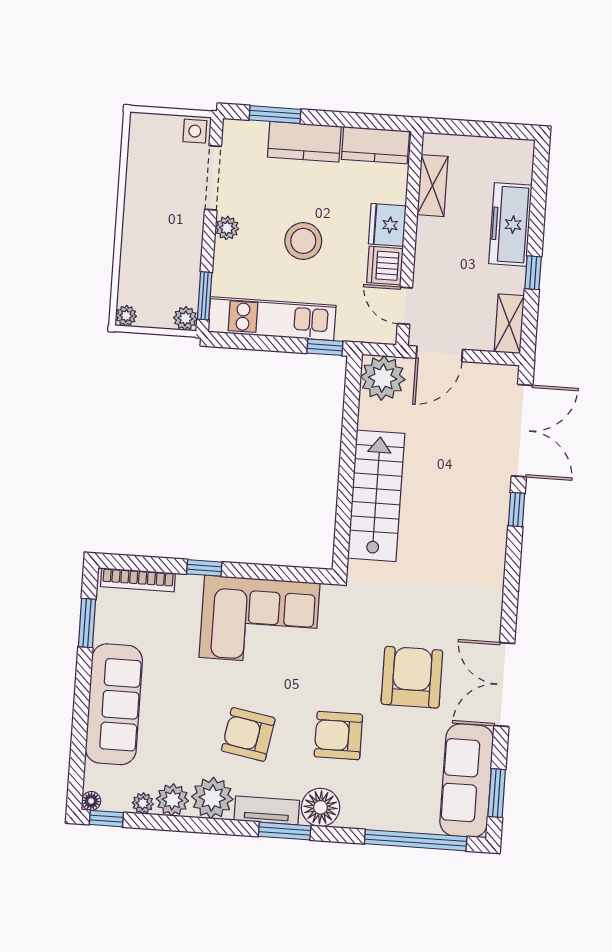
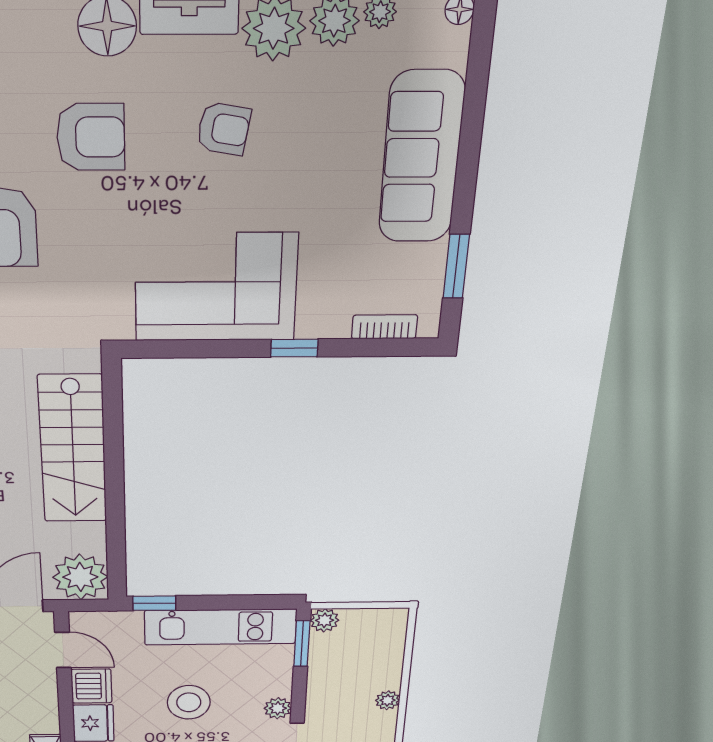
plant: (126, 316) -> (388, 700), moved
bookcase: (138, 580) -> (384, 327), width x0.64
armchair: (248, 734) -> (224, 129), width x0.72, depth x0.72

